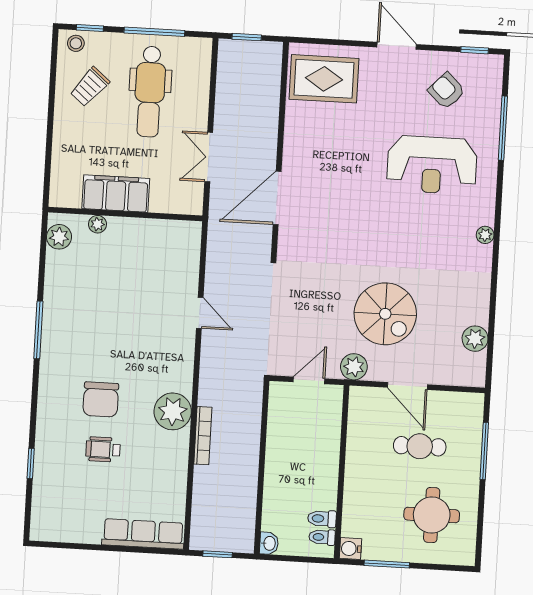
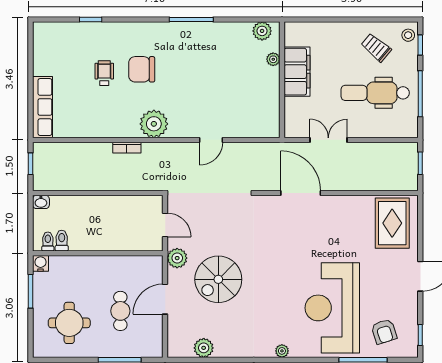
armchair: (447, 91) -> (384, 332), moved, turned 118
reception desk: (432, 165) -> (332, 308), width x1.36, depth x1.30
plant: (173, 411) -> (154, 124), moved
bookcase: (203, 436) -> (127, 148), width x0.64

